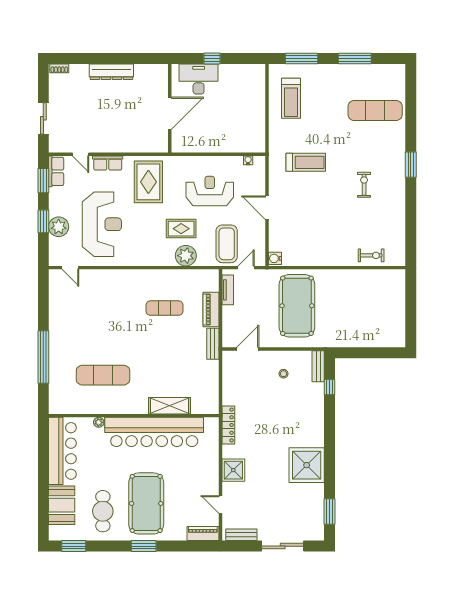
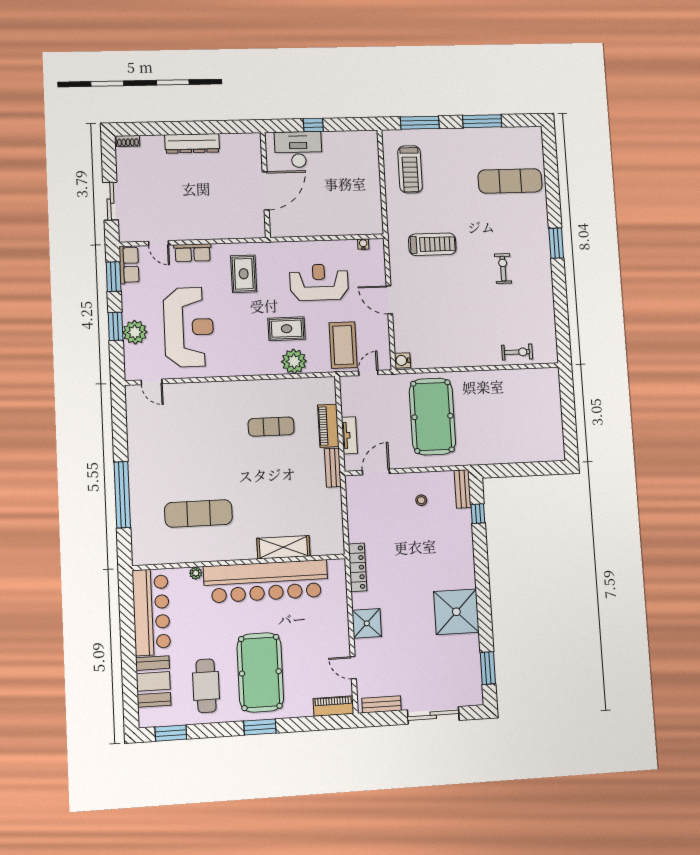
rug: (148, 182) -> (244, 274), width x0.73, depth x0.70
tv unit: (228, 290) -> (349, 435), moved

